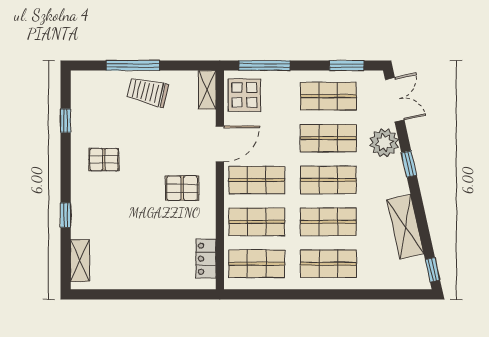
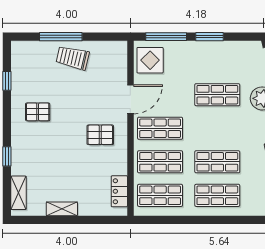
window: (347, 65) -> (210, 37), moved
shelving: (207, 90) -> (62, 209), moved, turned 90
shop shelf: (328, 96) -> (217, 61), removed
shop shelf: (328, 180) -> (217, 128), removed

